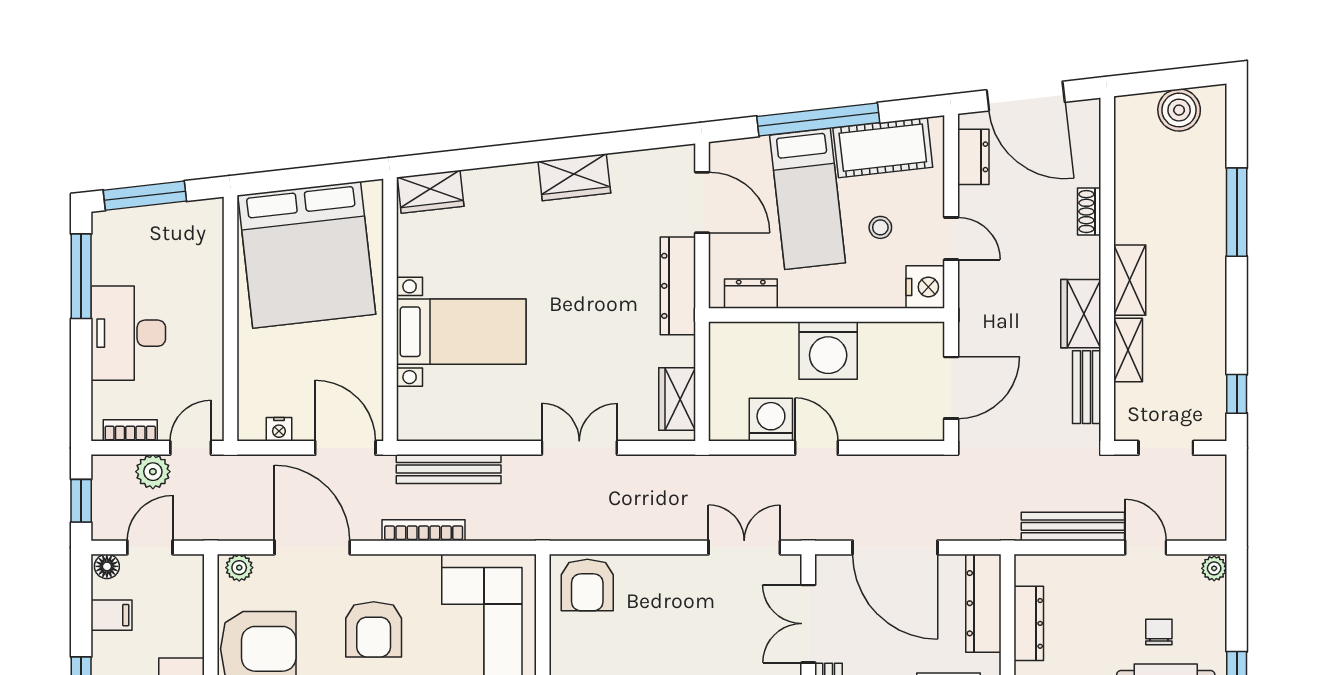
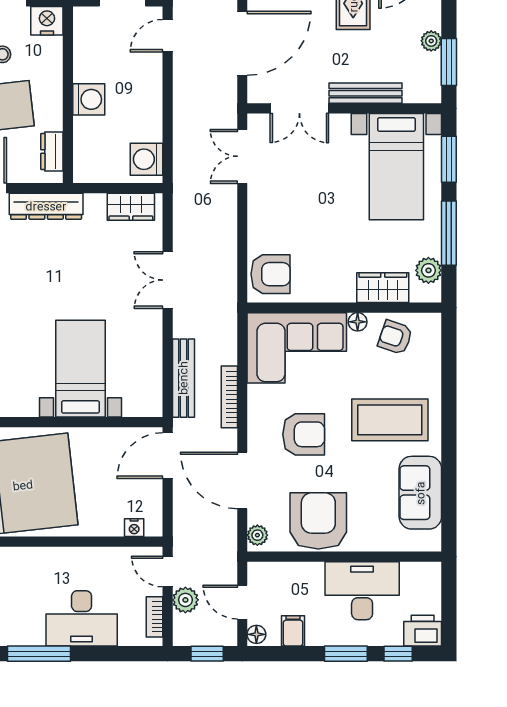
washing machine: (828, 351) -> (89, 99), width x0.73, depth x0.73
washing machine: (771, 420) -> (146, 159), moved
nightstand: (279, 429) -> (134, 528), moved, turned 90
door: (816, 448) -> (168, 36), moved
door: (312, 547) -> (242, 480), hinge flipped

